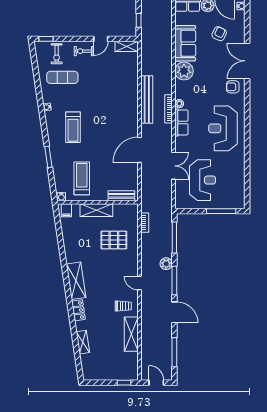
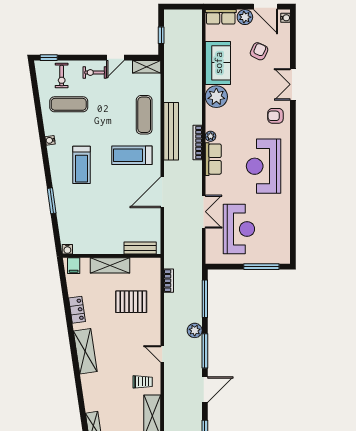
double door: (247, 61) -> (293, 84), width x0.73
exercise mat: (125, 86) -> (144, 115), added
treadmill: (82, 178) -> (132, 155), moved, turned -90
locker: (78, 310) -> (77, 310), moved
door: (174, 312) -> (205, 390), hinge flipped

